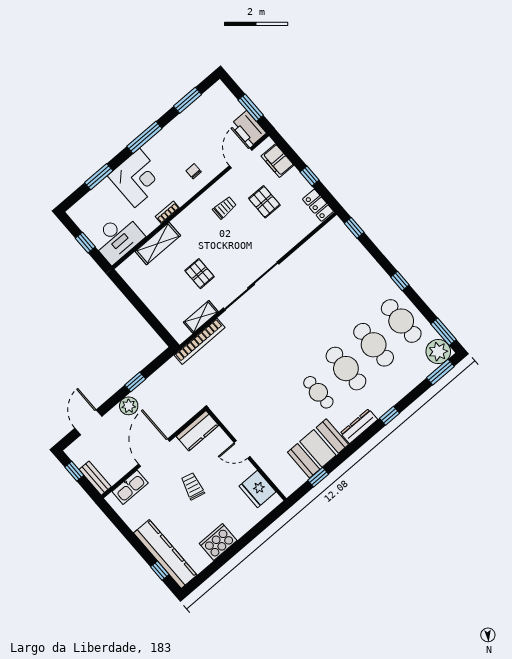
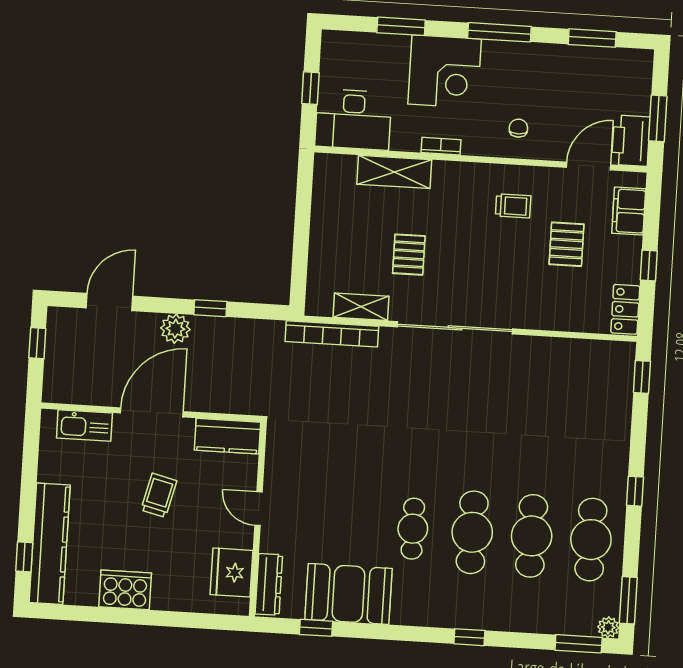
plant: (438, 352) -> (608, 627), width x0.53, depth x0.53
dresser: (359, 426) -> (269, 584), moved, turned 90
bench: (95, 478) -> (54, 375), removed

